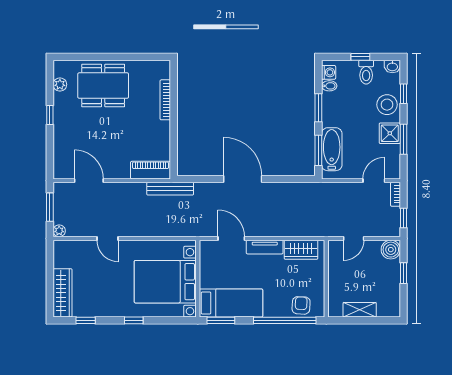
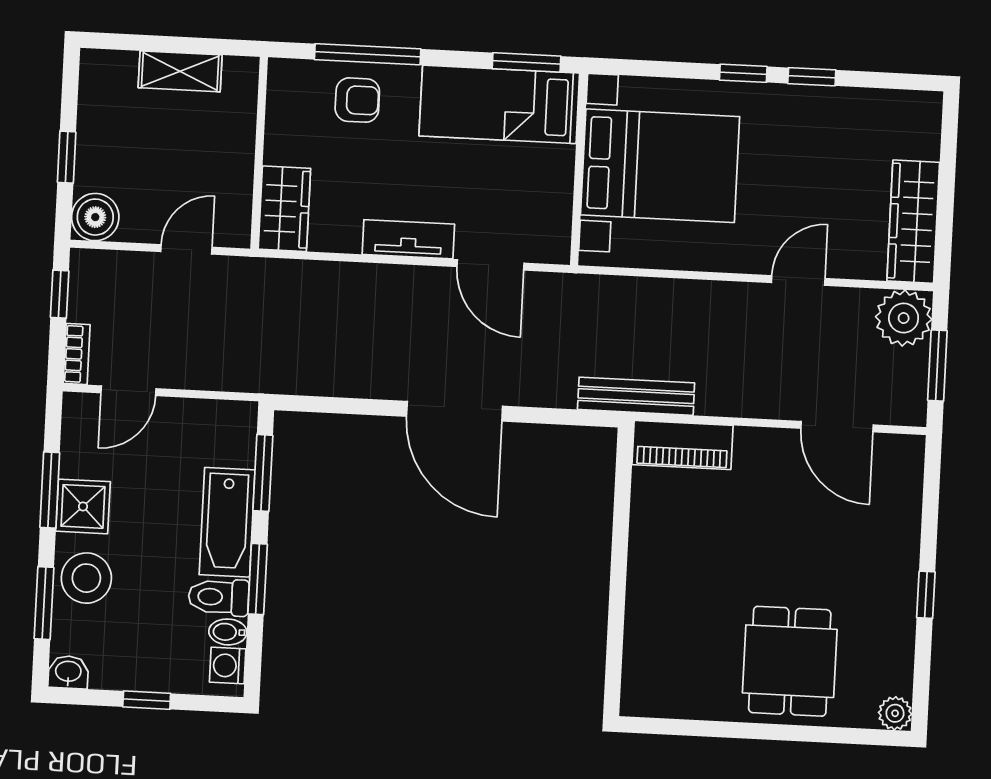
toilet: (366, 72) -> (219, 597), moved, turned -90
plant: (60, 85) -> (895, 713), moved
dining table: (103, 86) -> (790, 661), width x0.73
window: (403, 94) -> (44, 603), width x1.50
bookcase: (165, 100) -> (637, 618), removed
bathtub: (332, 149) -> (227, 522), moved
plant: (59, 231) -> (904, 318), width x1.88, depth x1.88
door: (107, 238) -> (798, 280), hinge flipped
wardrobe: (301, 250) -> (284, 209), moved, turned 90
wardrobe: (63, 293) -> (913, 222), moved
armchair: (301, 305) -> (357, 100), moved, turned -93
window: (86, 320) -> (812, 77), moved
window: (285, 320) -> (368, 54), width x0.68

